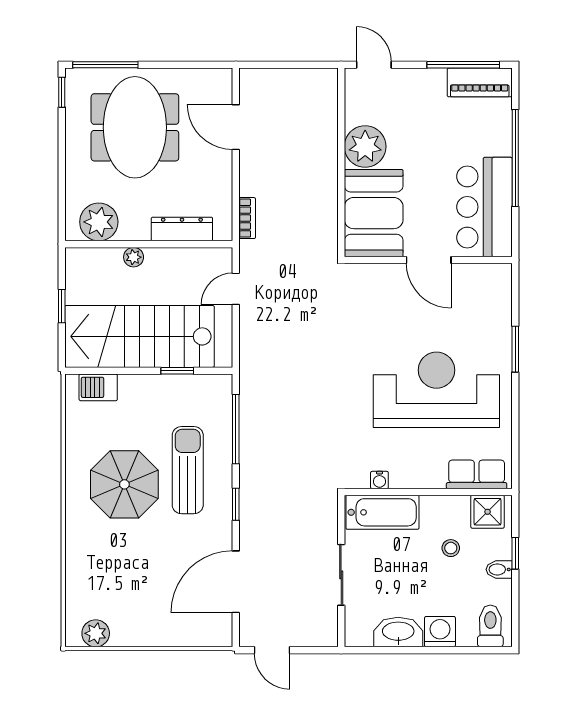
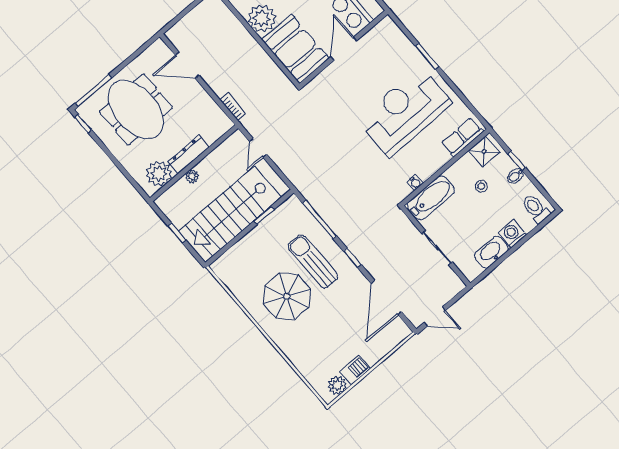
dresser: (182, 229) -> (188, 155), moved
door: (429, 260) -> (344, 49), swing flipped
barbecue: (98, 387) -> (355, 370), moved, turned 180

